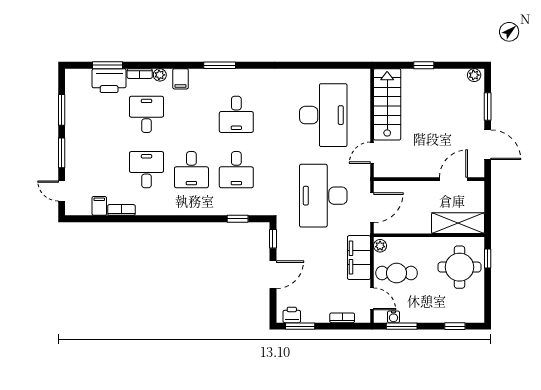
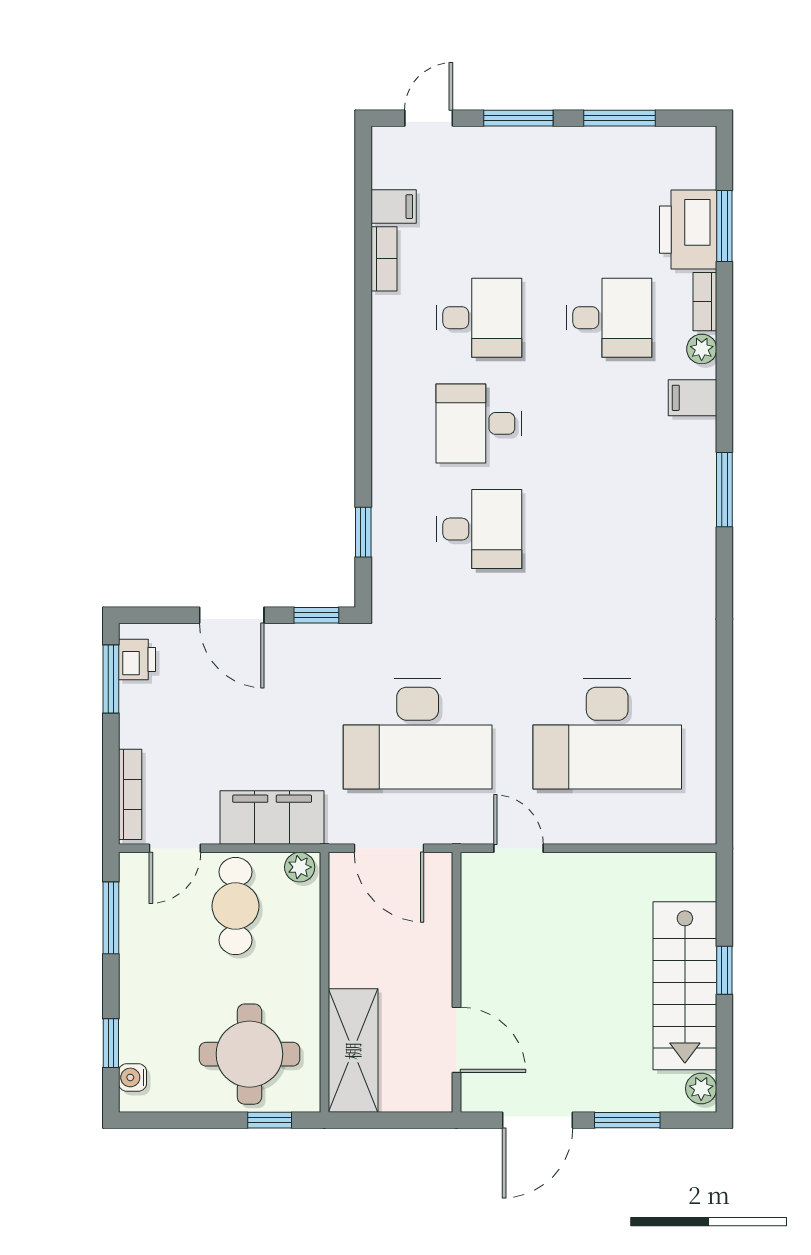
stairs: (387, 104) -> (685, 986), moved, turned 90
desk: (236, 114) -> (609, 529), removed
desk: (236, 170) -> (479, 529), turned 180
desk: (323, 196) -> (418, 734), turned 180
water cooler: (393, 317) -> (132, 1077), moved
bookcase: (342, 318) -> (130, 794), width x1.56

